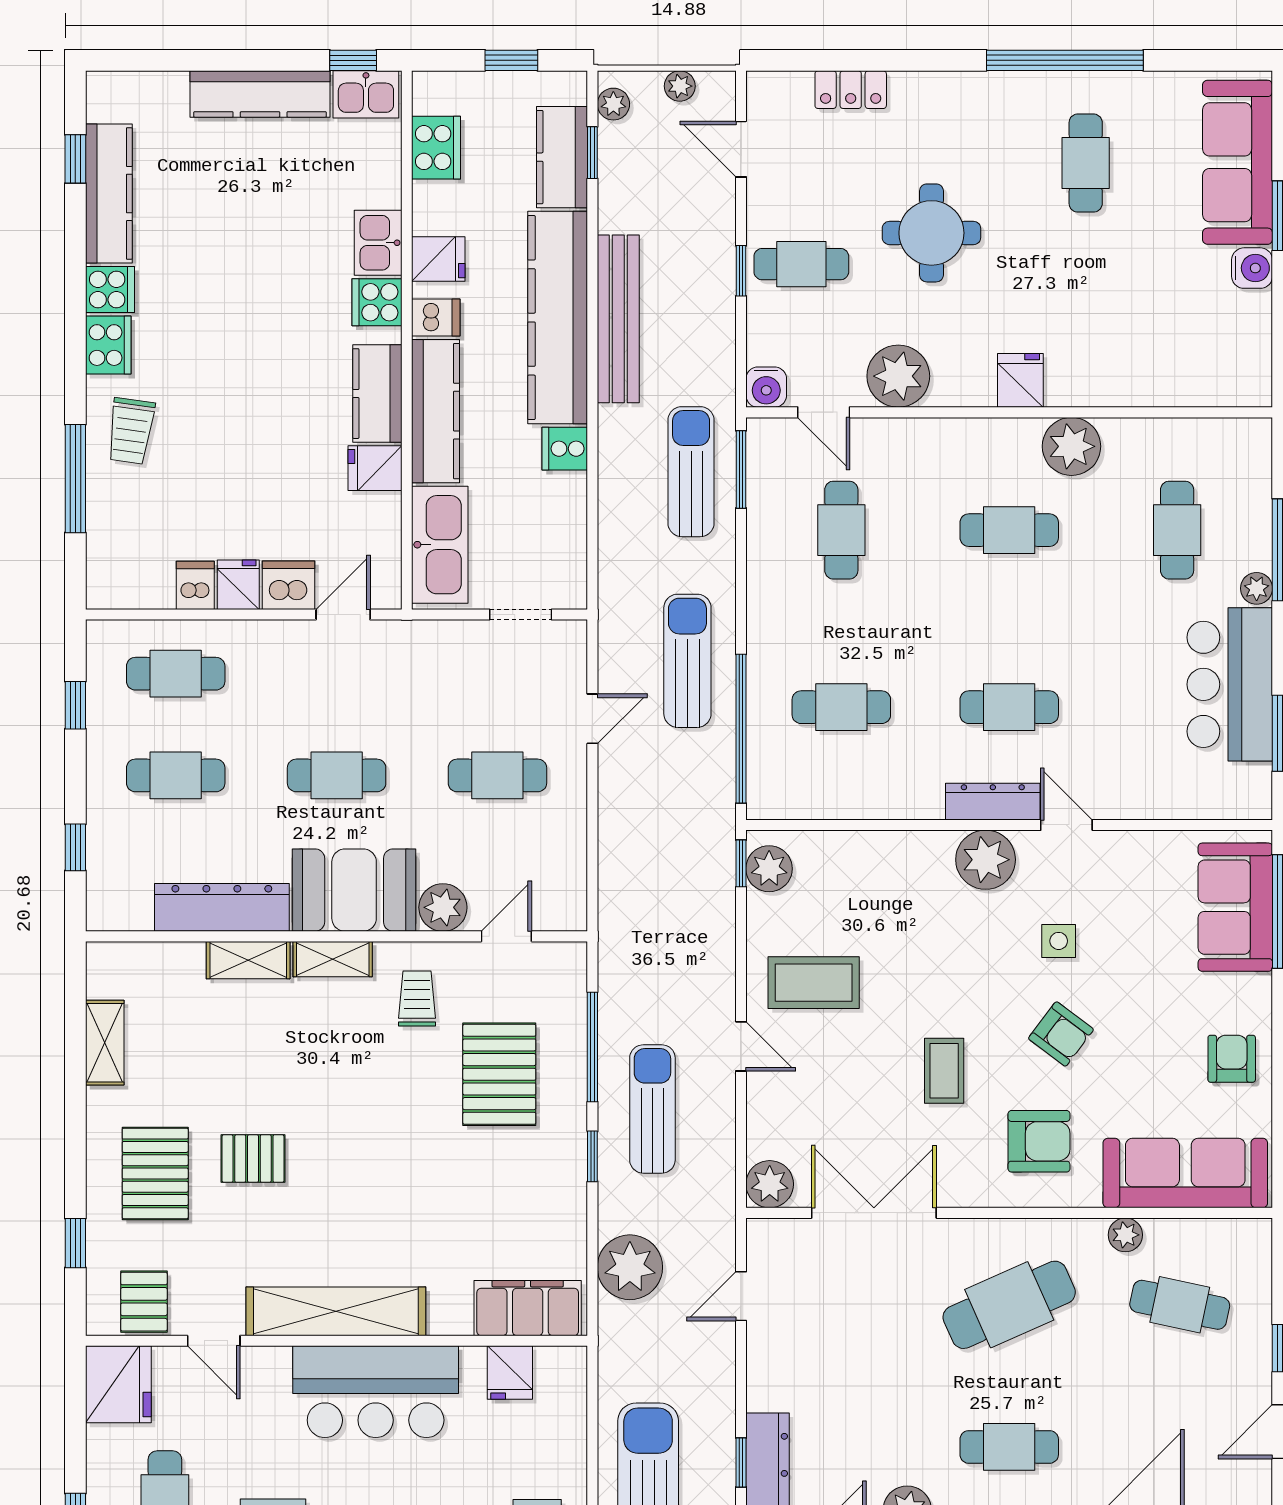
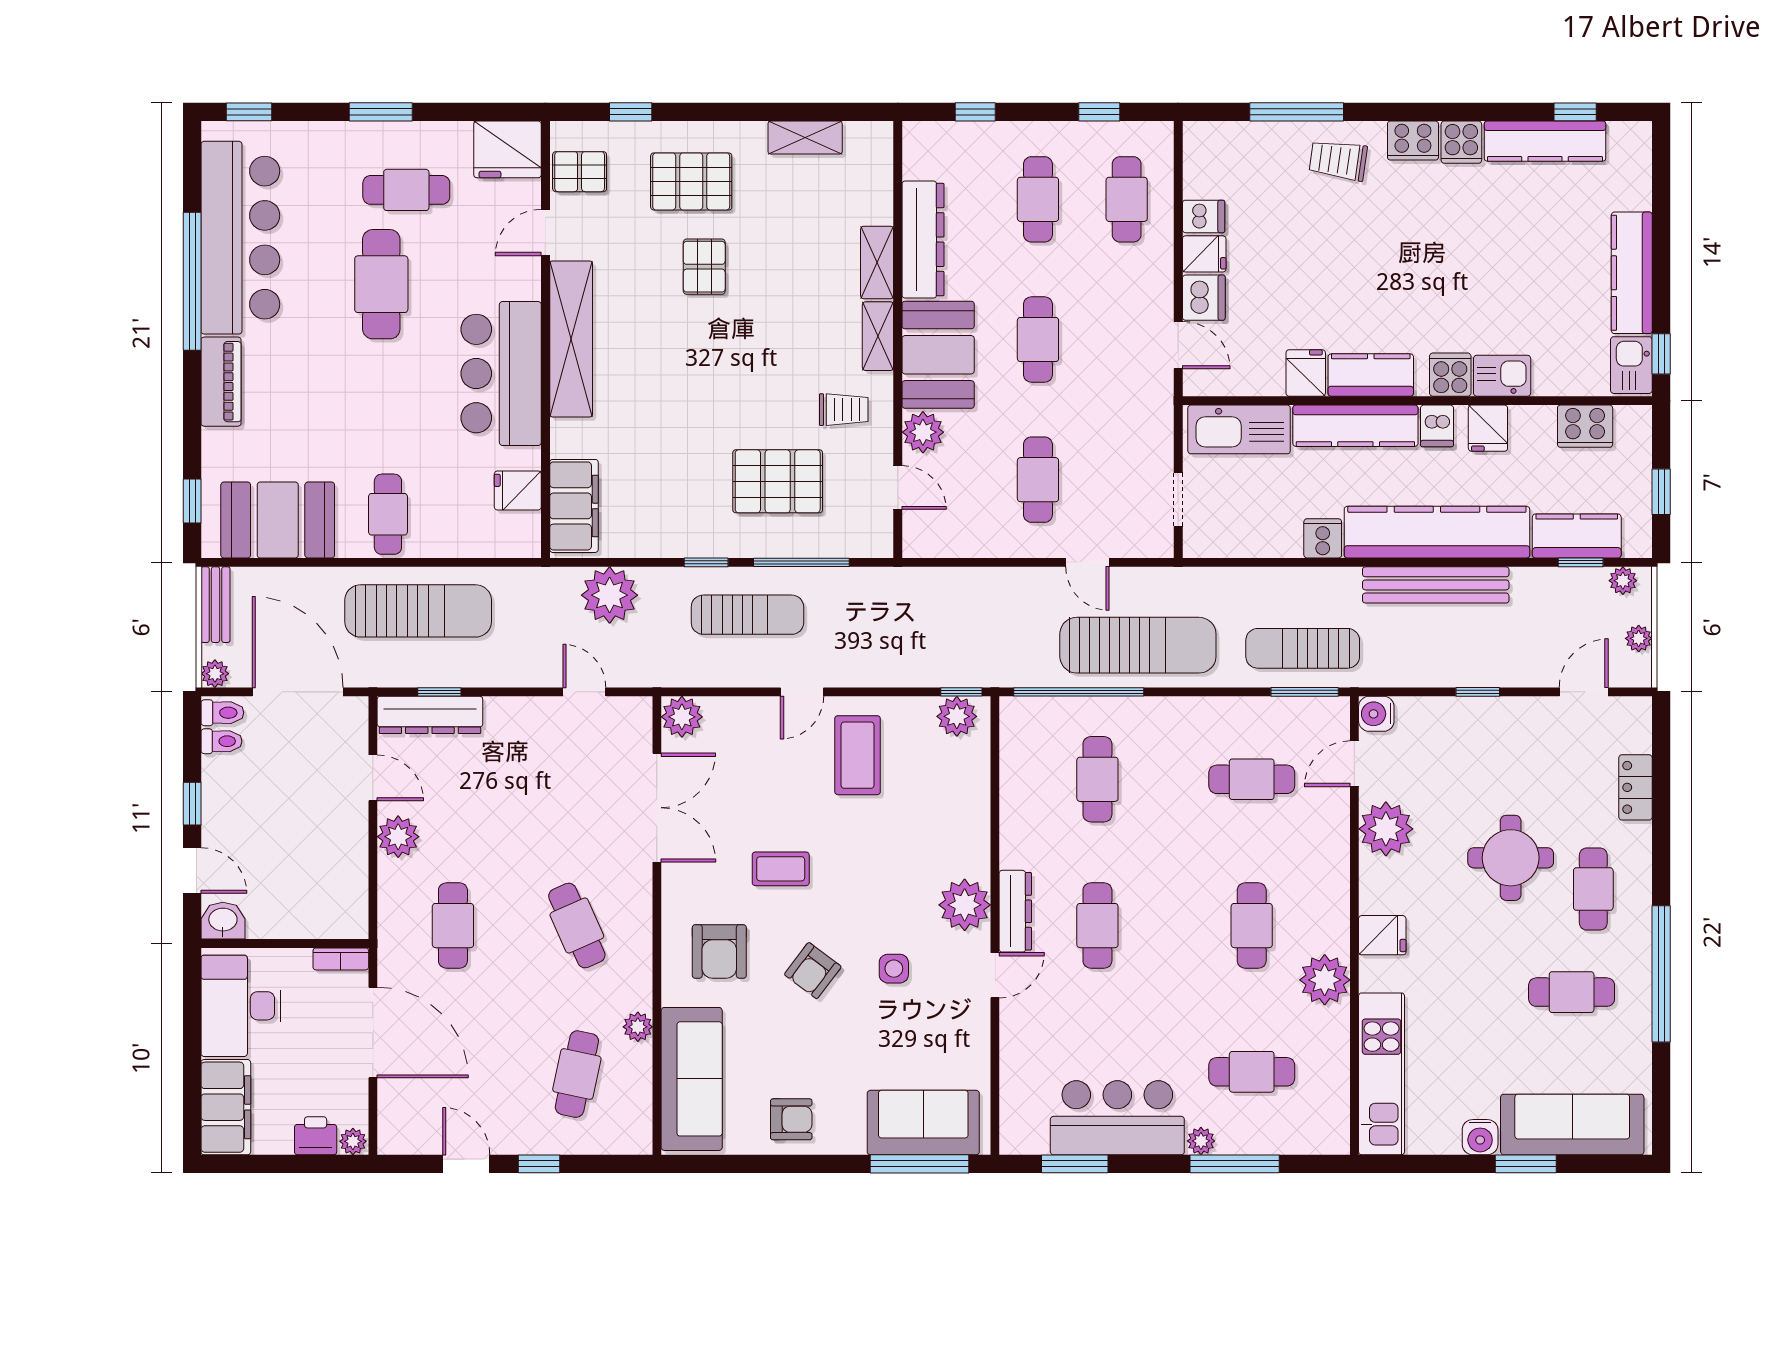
cafe table: (801, 264) -> (1593, 889), moved
kitchen unit: (1179, 381) -> (1382, 1074), added
sun lounger: (691, 472) -> (1303, 648), turned 180
sun lounger: (687, 661) -> (1138, 645), width x1.36, depth x1.34
cafe table: (1009, 1305) -> (577, 926), width x0.73, depth x0.74

